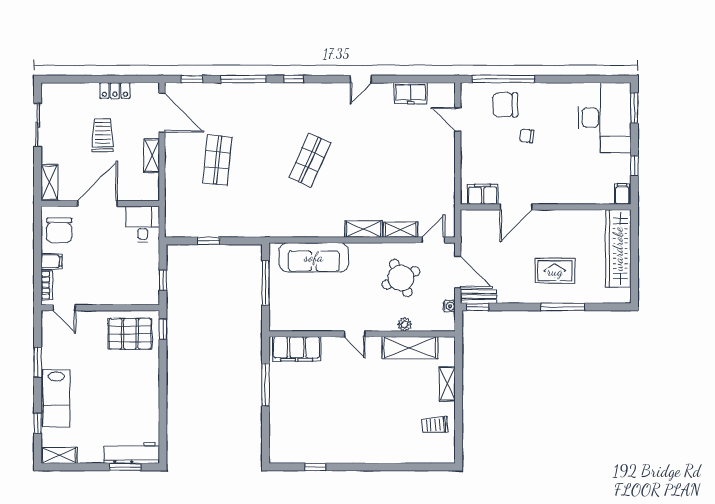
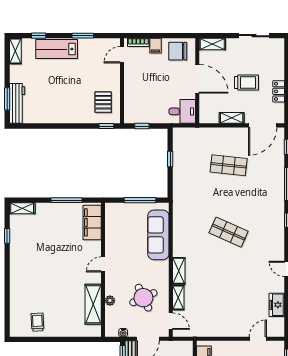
pallet: (130, 334) -> (103, 102), width x0.67, depth x0.71
shelving: (447, 384) -> (22, 208), moved

